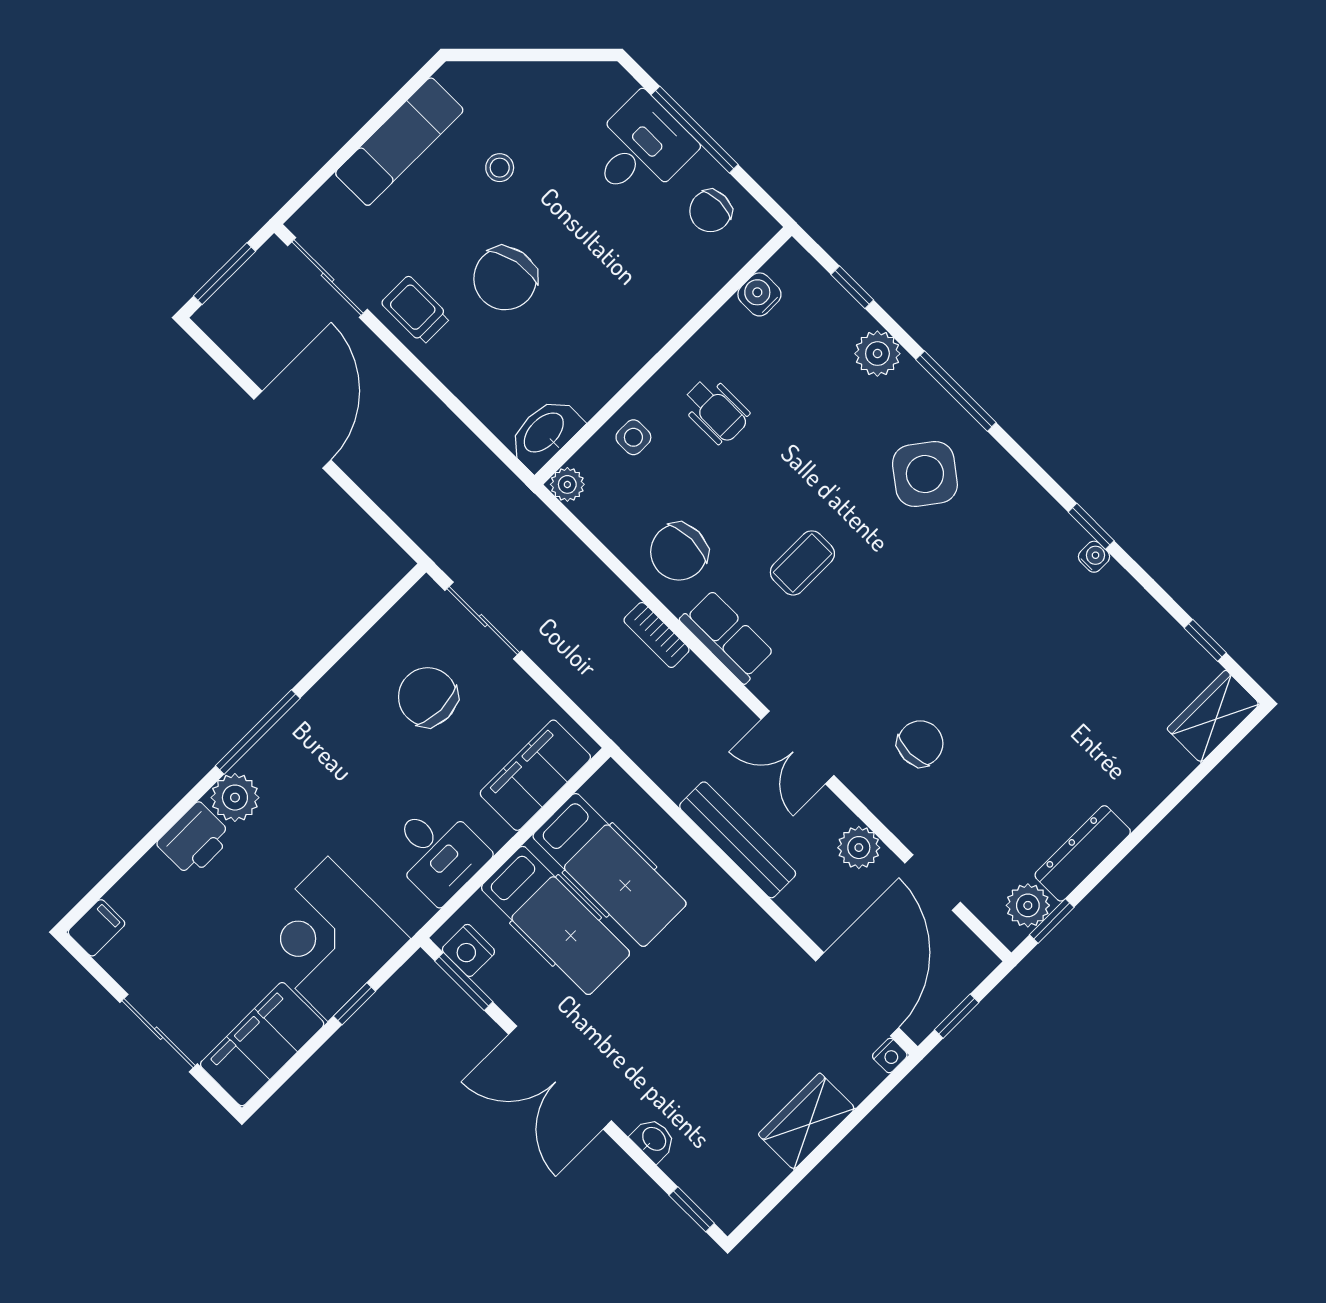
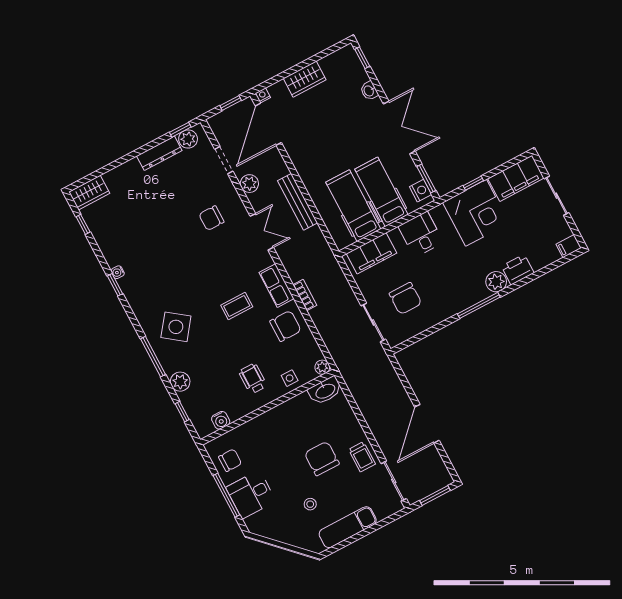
chair: (505, 278) -> (322, 458), turned -79

